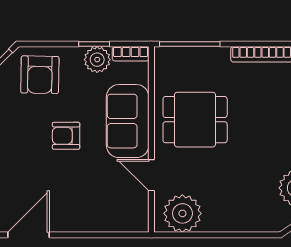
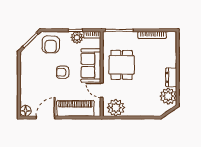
dining table: (195, 120) -> (122, 65), turned 90
piano: (94, 215) -> (76, 108), added

